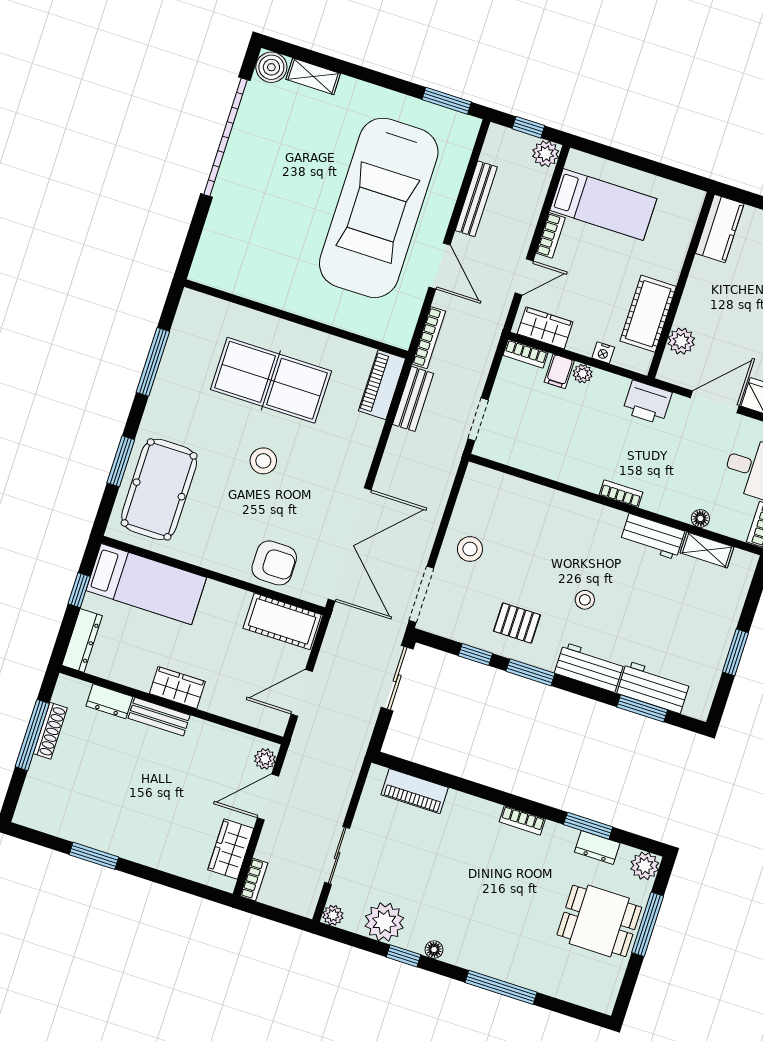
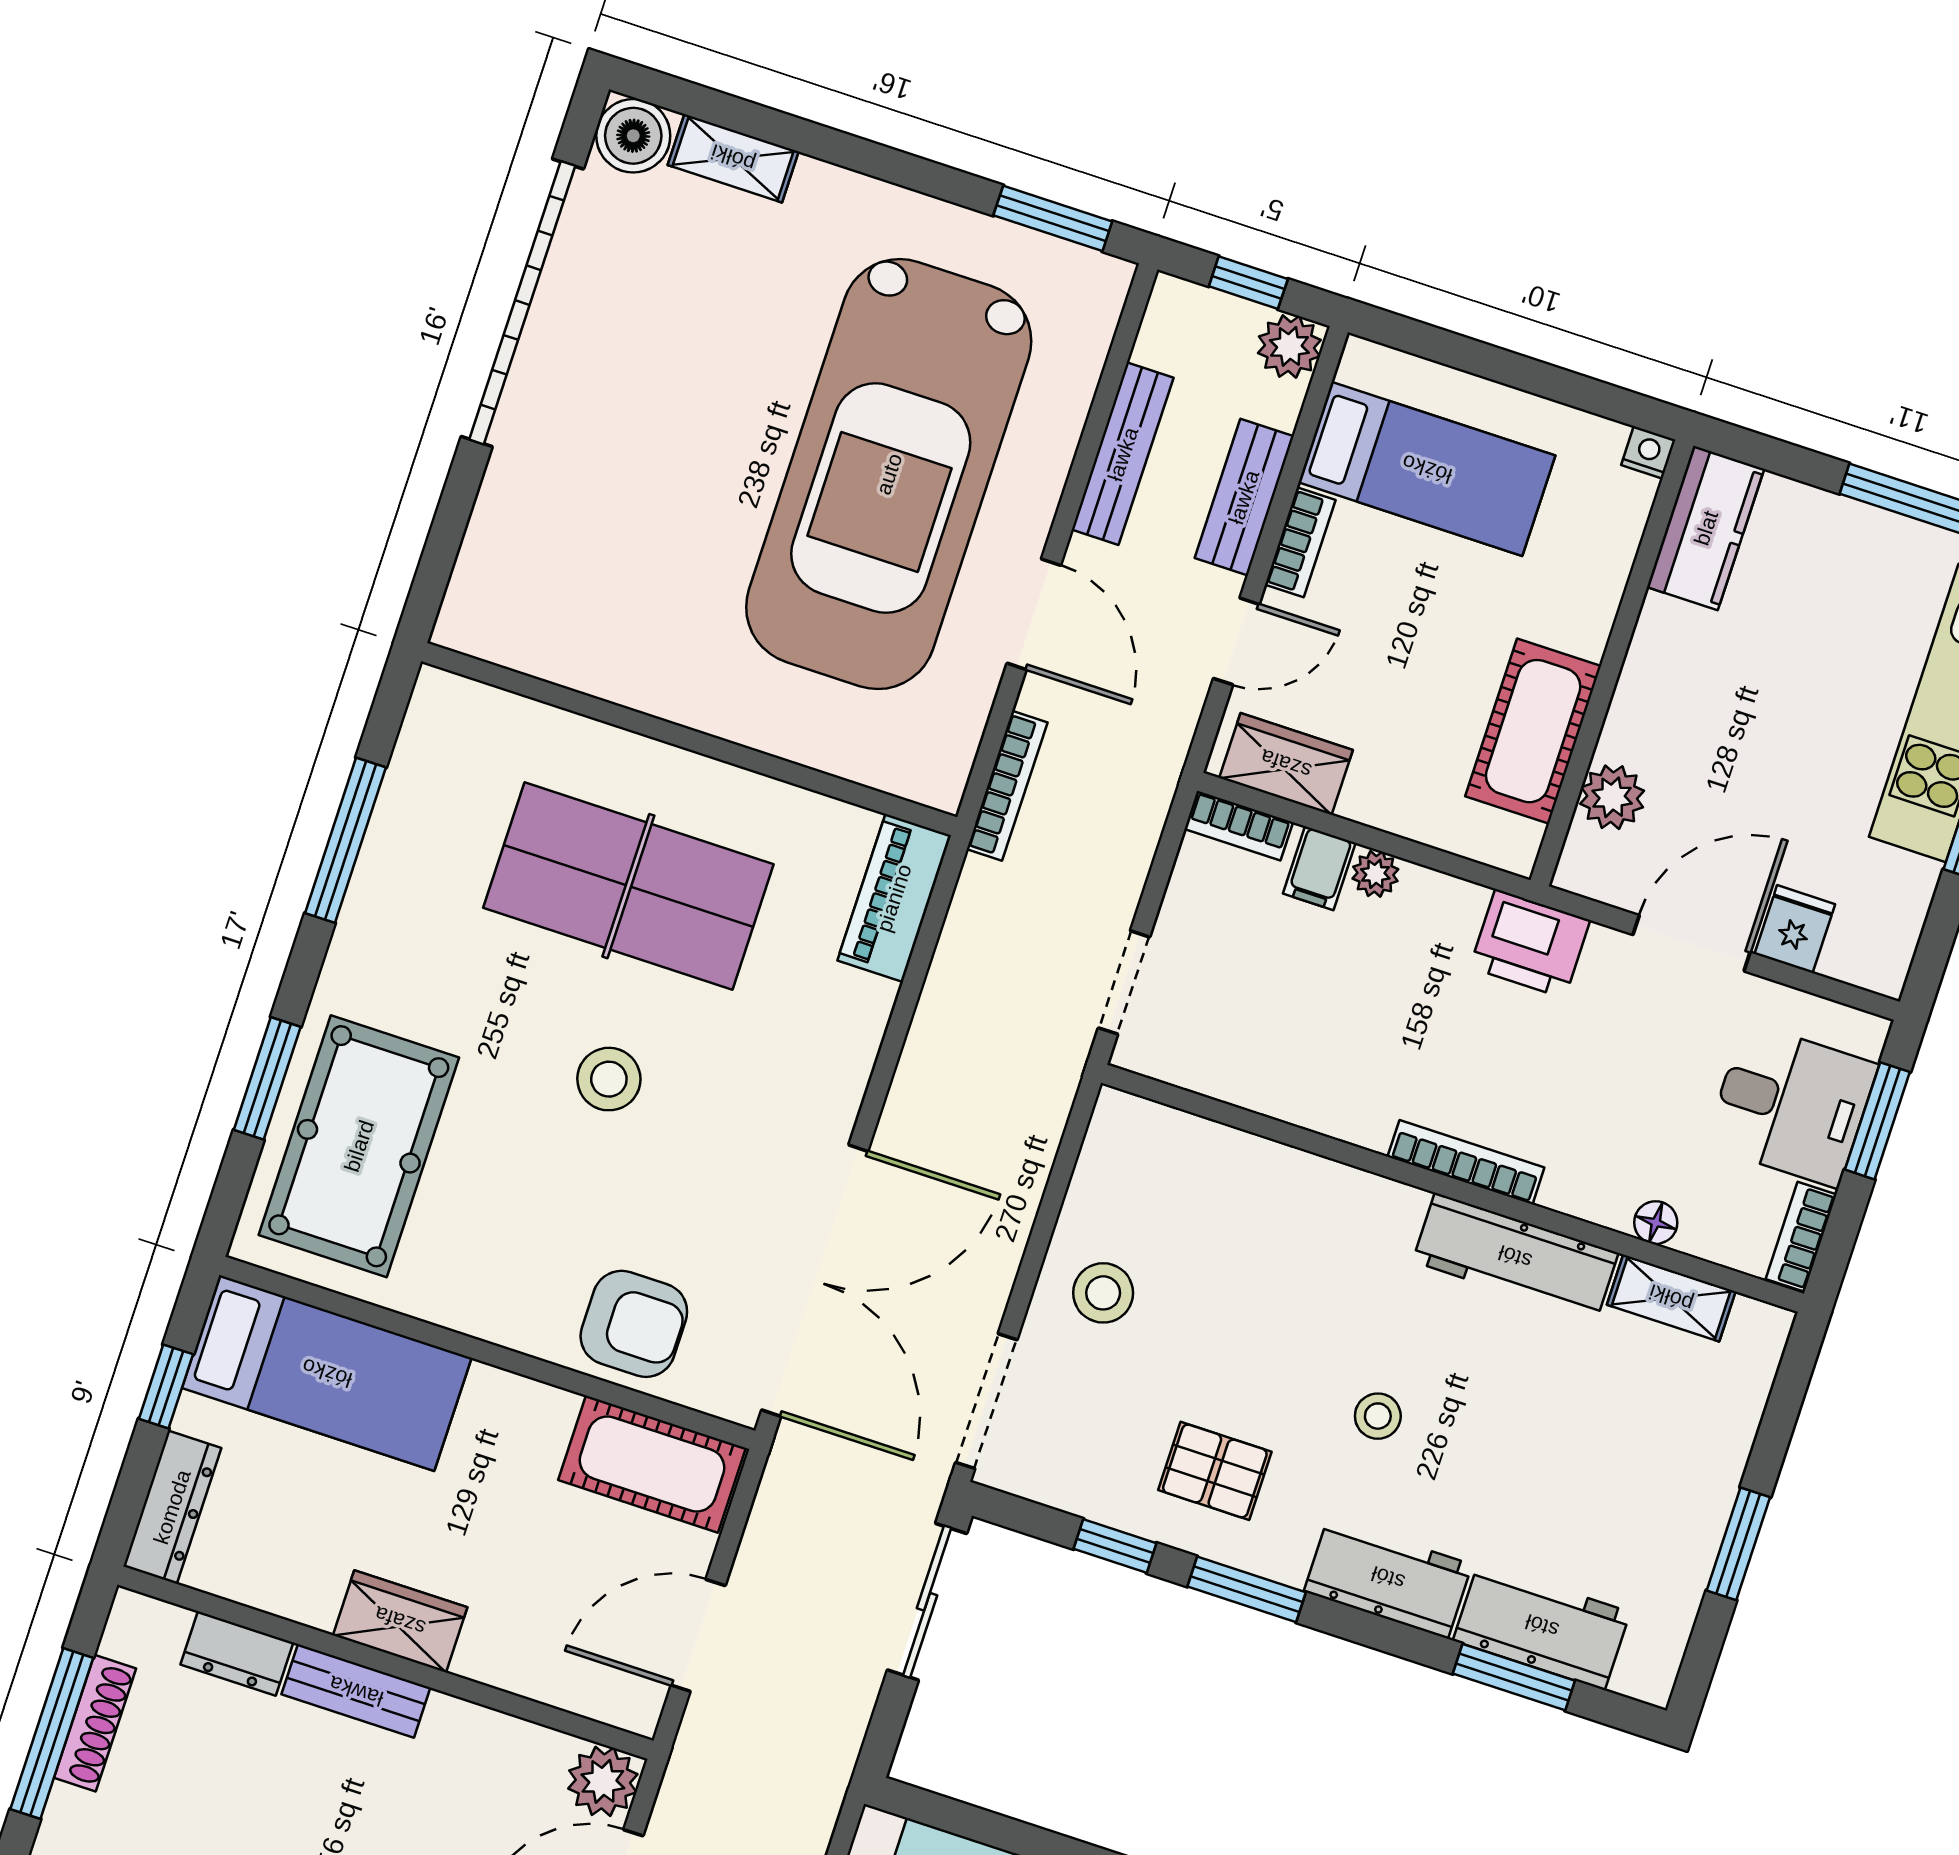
nightstand: (603, 353) -> (1648, 452), moved, turned 180
bench: (413, 399) -> (1244, 497), moved
bookcase: (621, 494) -> (1466, 1162), width x1.56
workbench: (652, 537) -> (1515, 1257), width x1.38
plant: (265, 759) -> (603, 1781), width x1.38, depth x1.38

